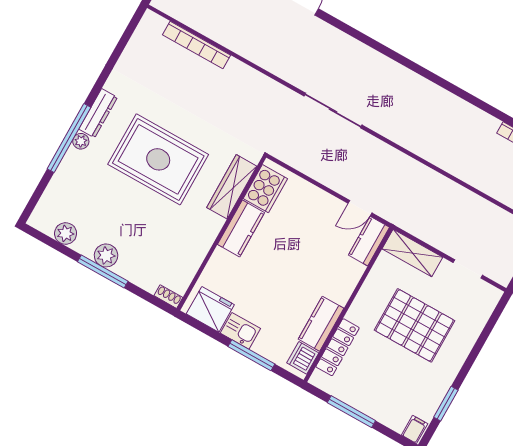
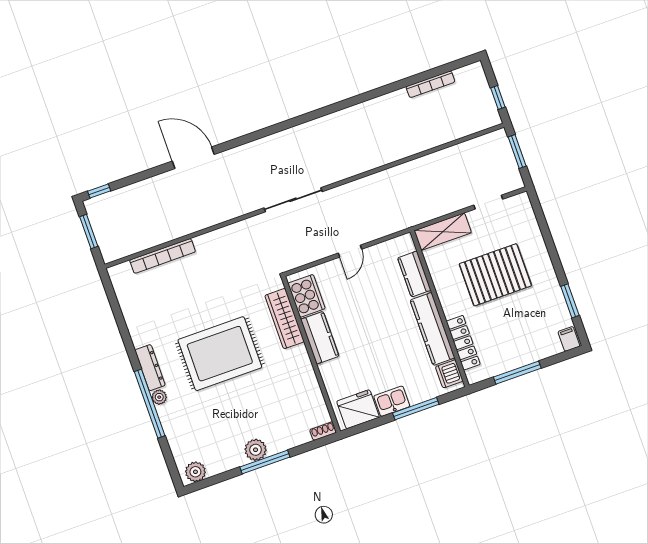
door: (360, 208) -> (350, 251), moved
plant: (66, 233) -> (195, 472), moved
kitchen counter: (369, 241) -> (414, 274), moved
kitchen counter: (321, 324) -> (433, 329), width x1.50

